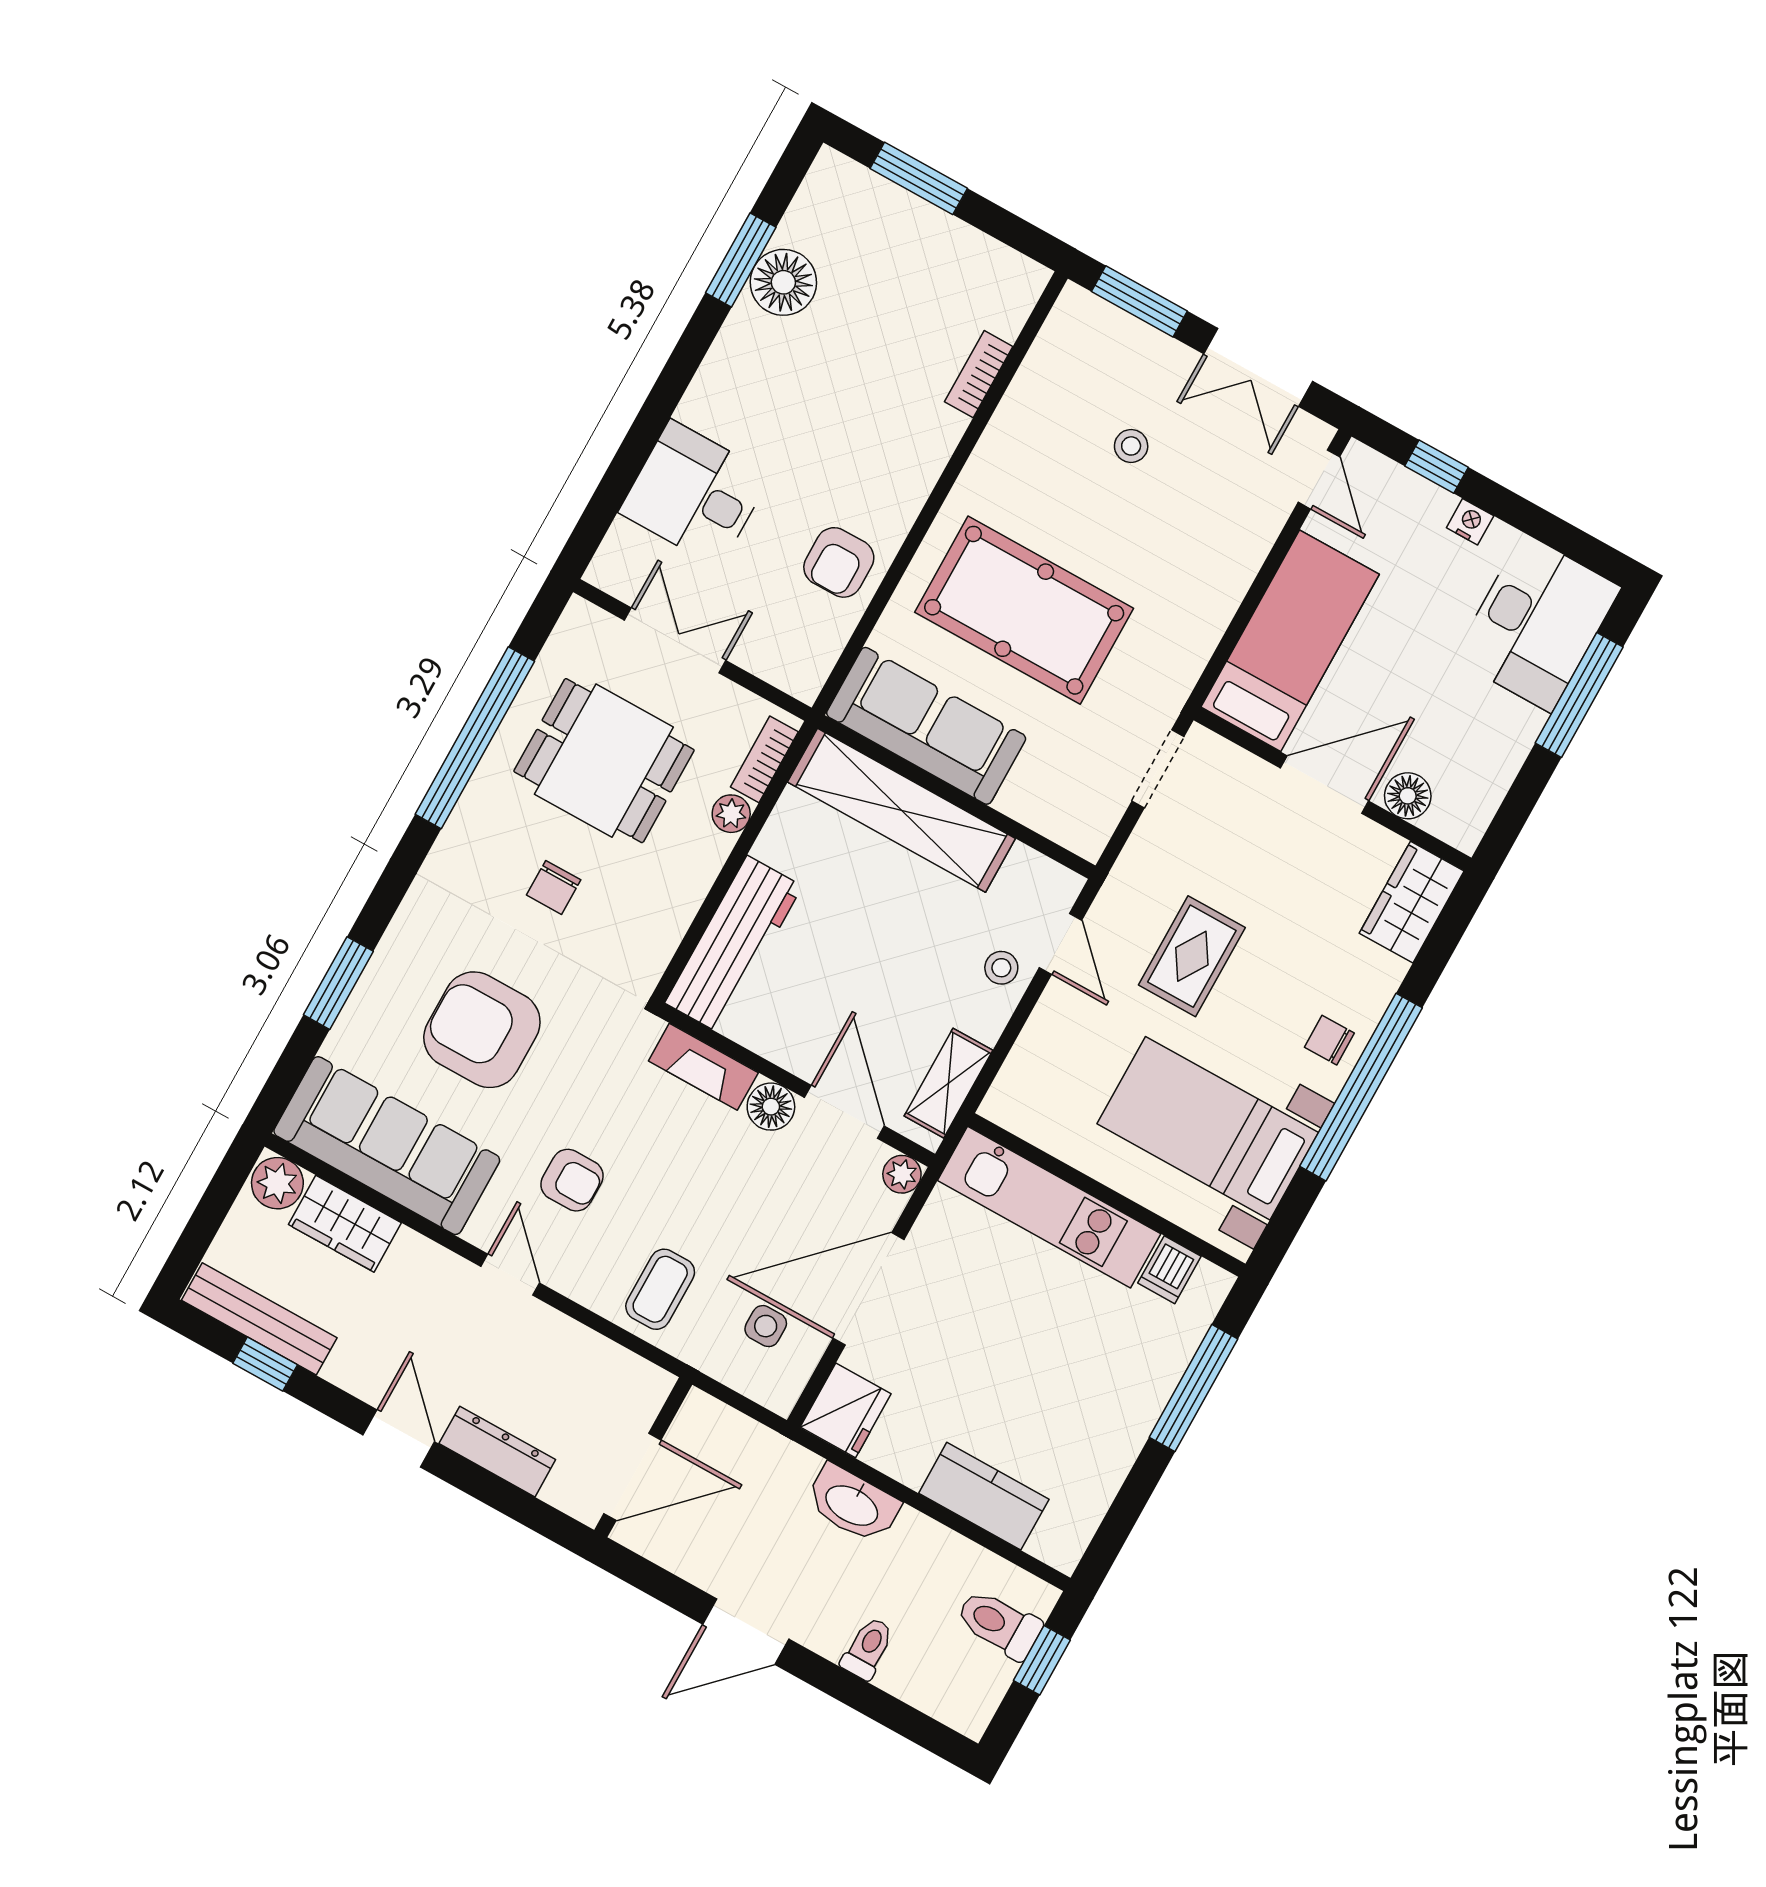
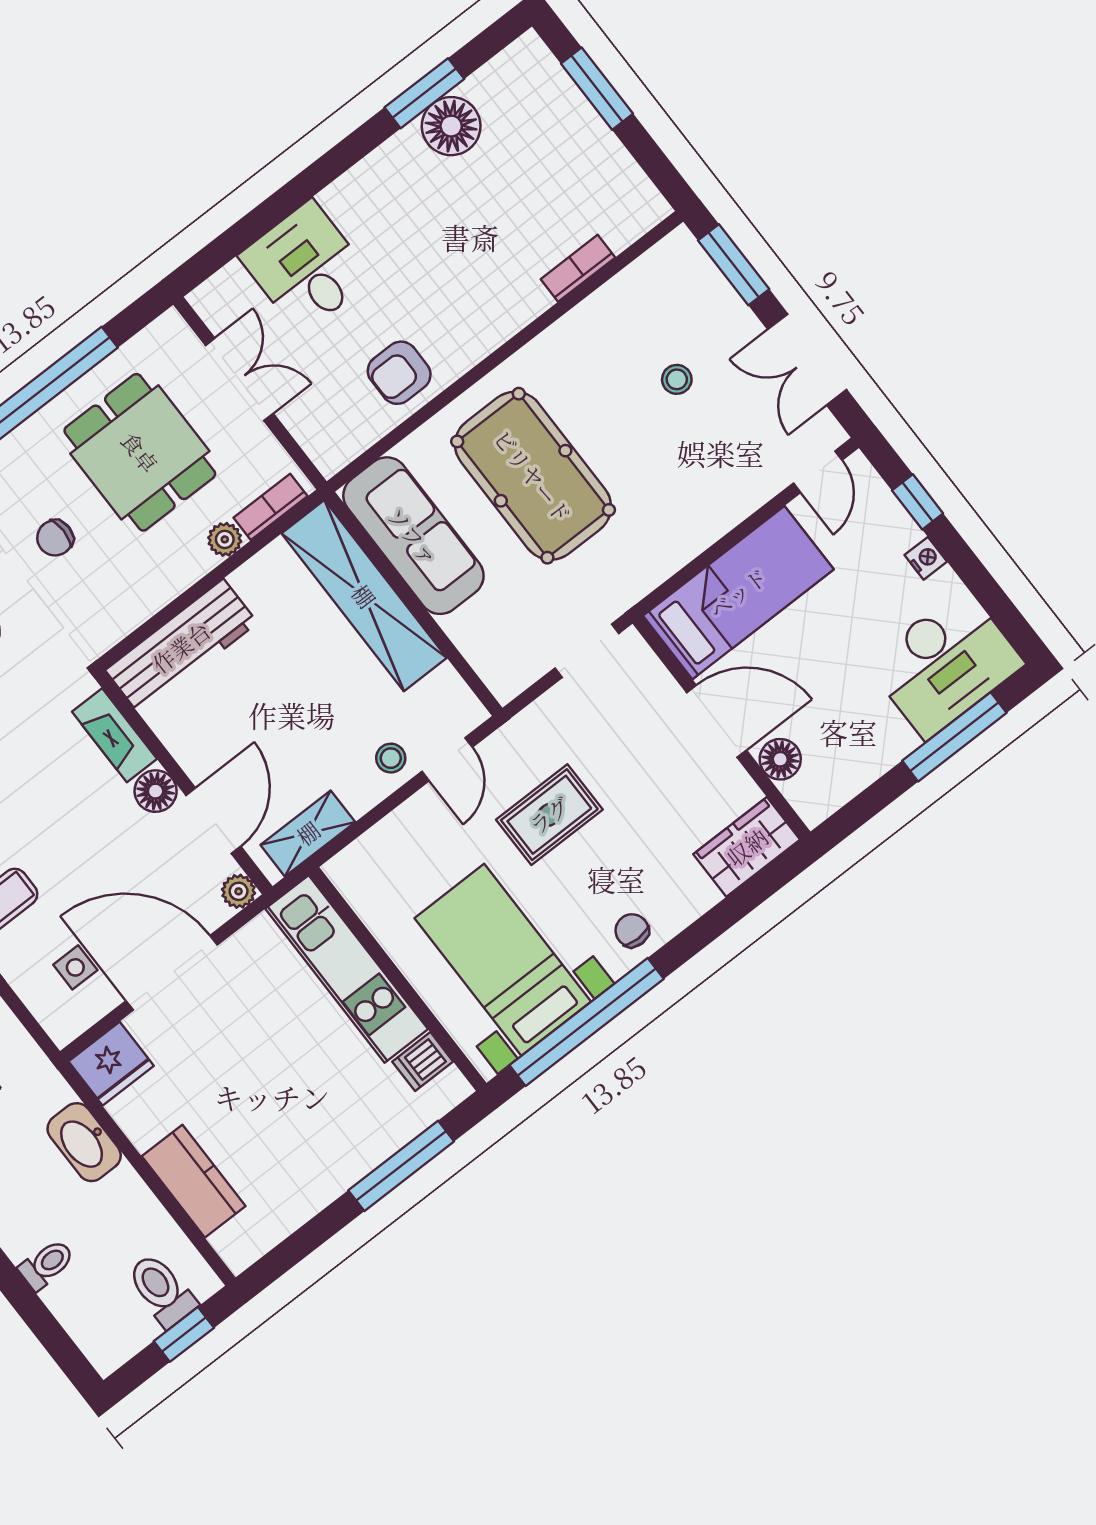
window: (1361, 1087) -> (587, 1022), moved

